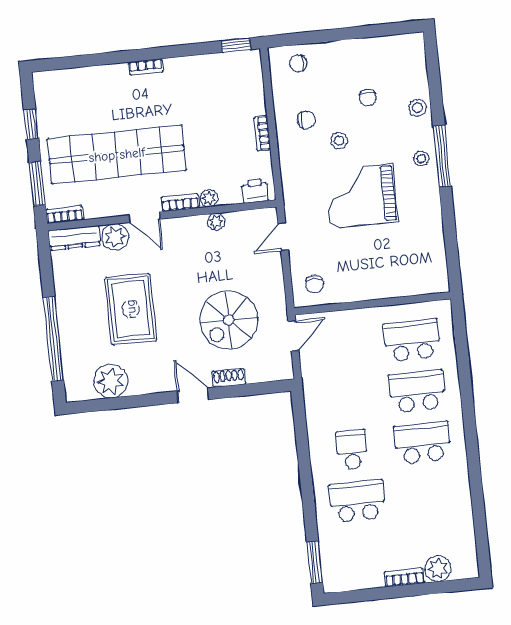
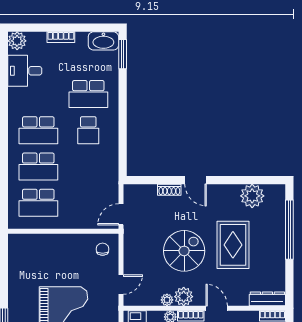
plant: (115, 237) -> (184, 297), moved
spiral stairs: (229, 320) -> (184, 251), moved
desk: (450, 525) -> (25, 71), added
plant: (438, 569) -> (17, 41), moved
washbasin: (344, 578) -> (103, 41), added

